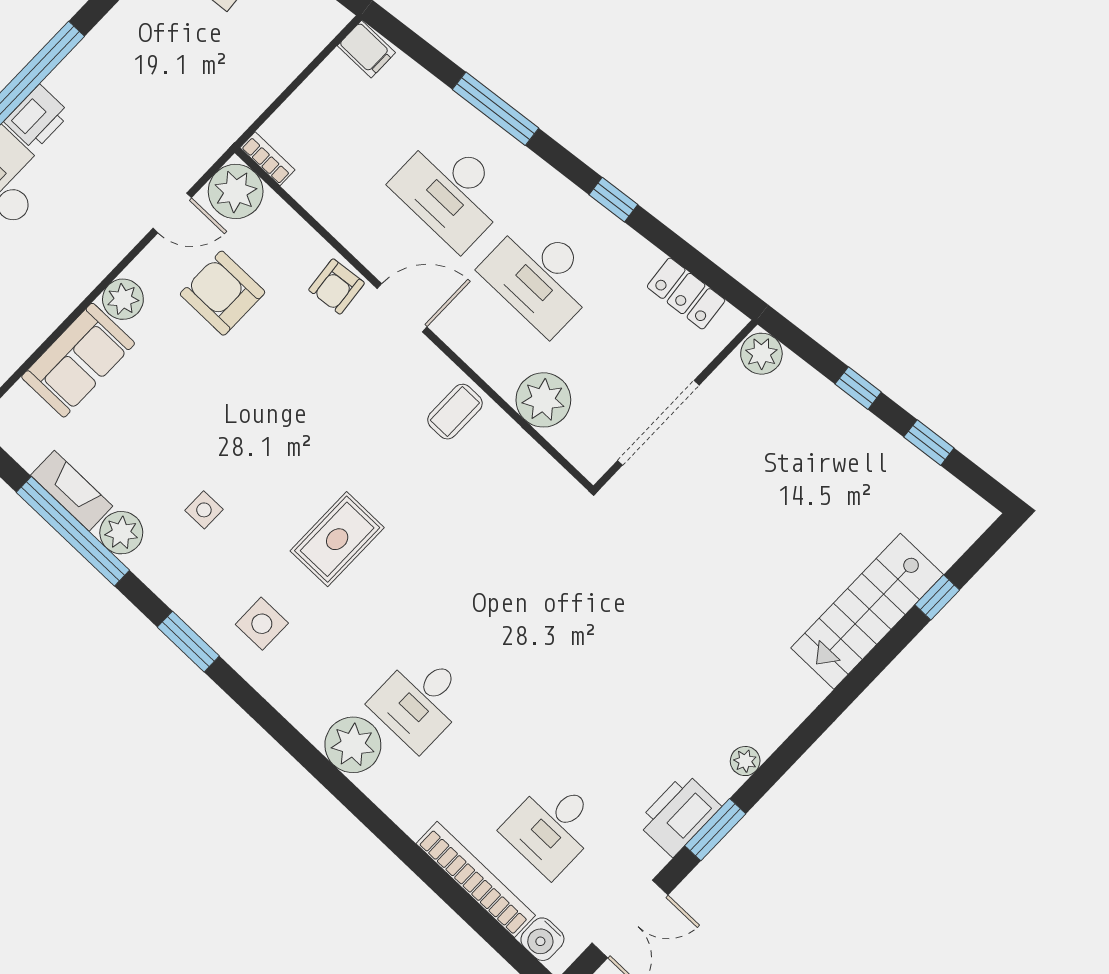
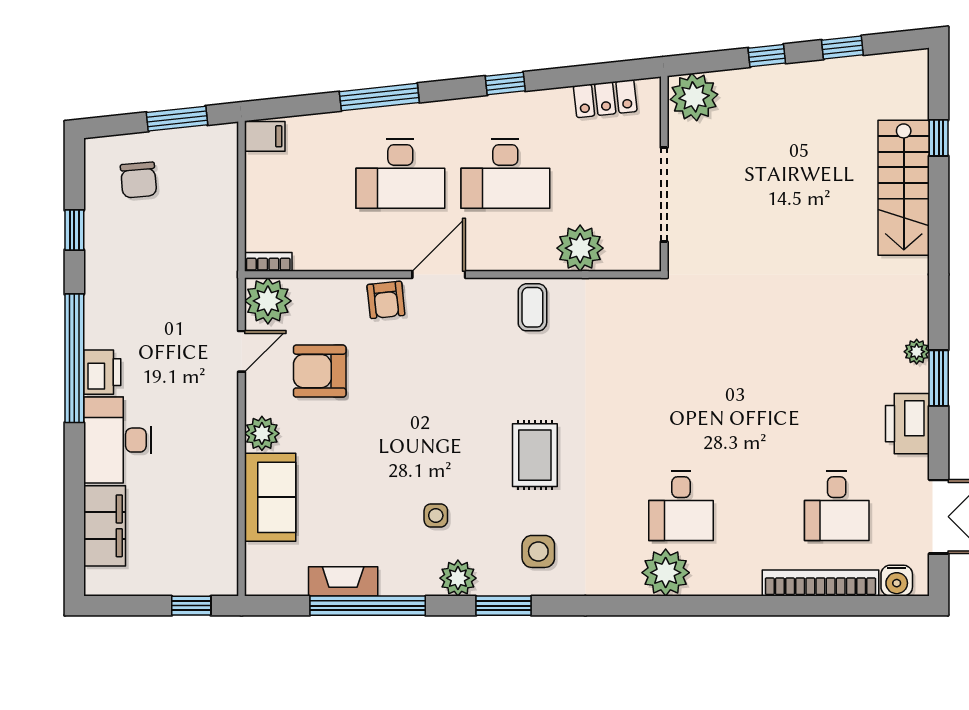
plant: (761, 354) -> (694, 97), width x1.36, depth x1.36
plant: (121, 533) -> (458, 578), moved
window: (715, 830) -> (939, 378), moved

